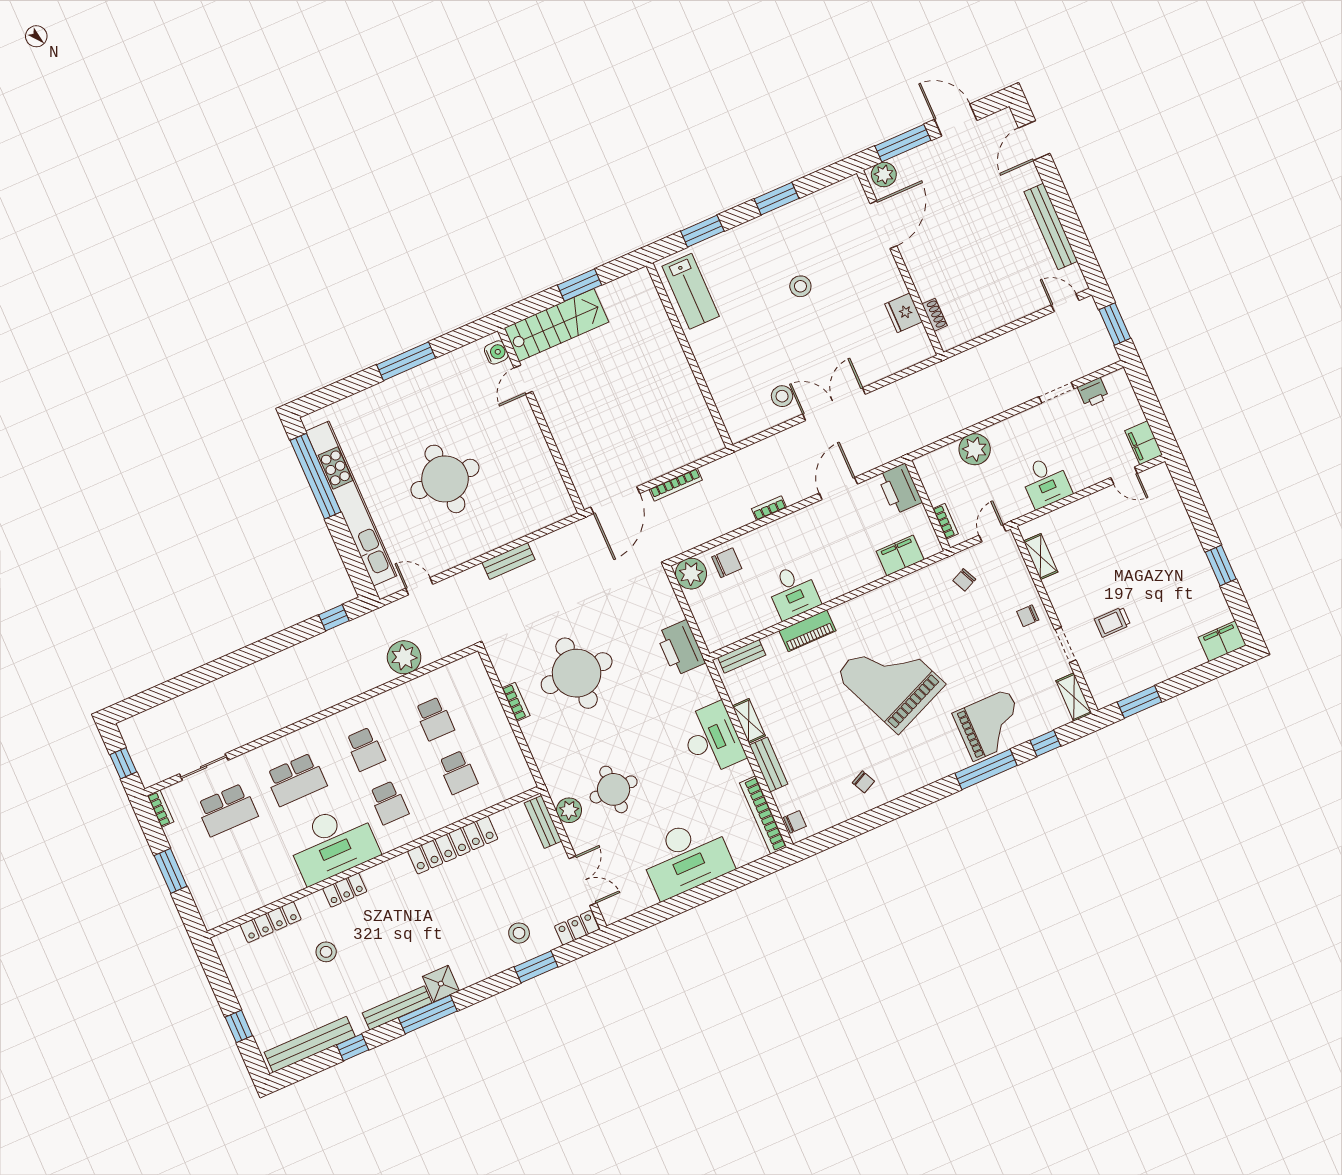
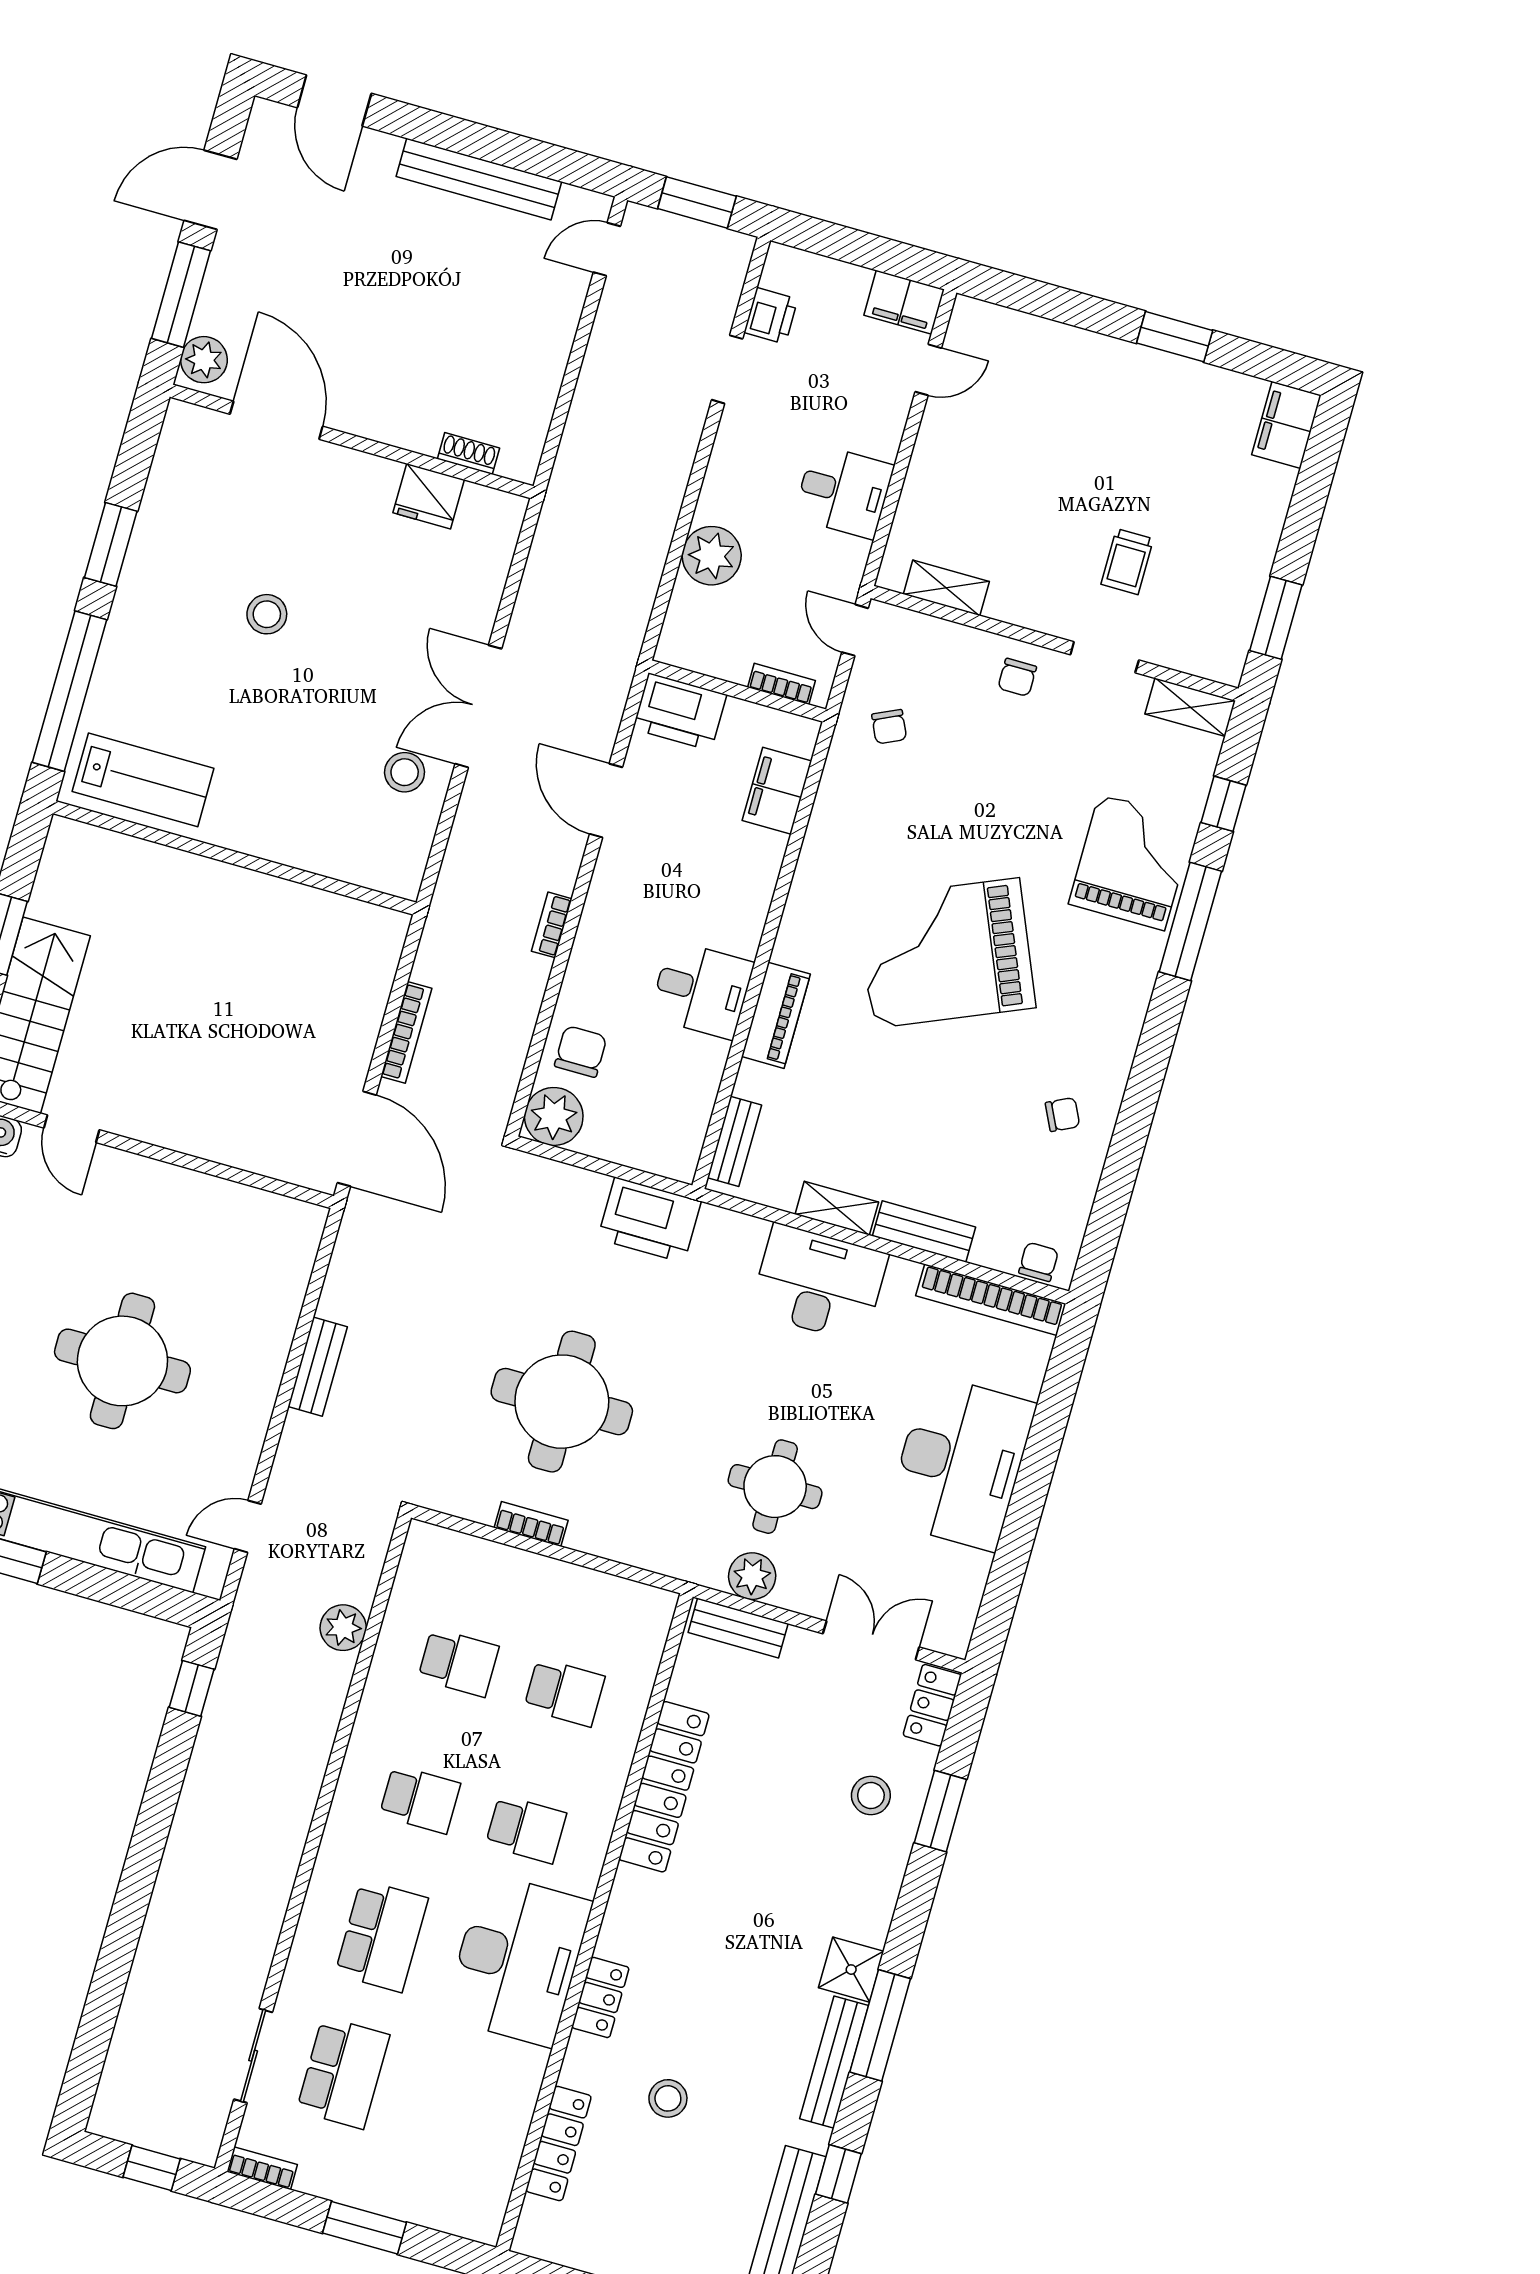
window: (702, 231) -> (70, 691), width x2.11
plant: (404, 657) -> (343, 1628), width x0.73, depth x0.73

